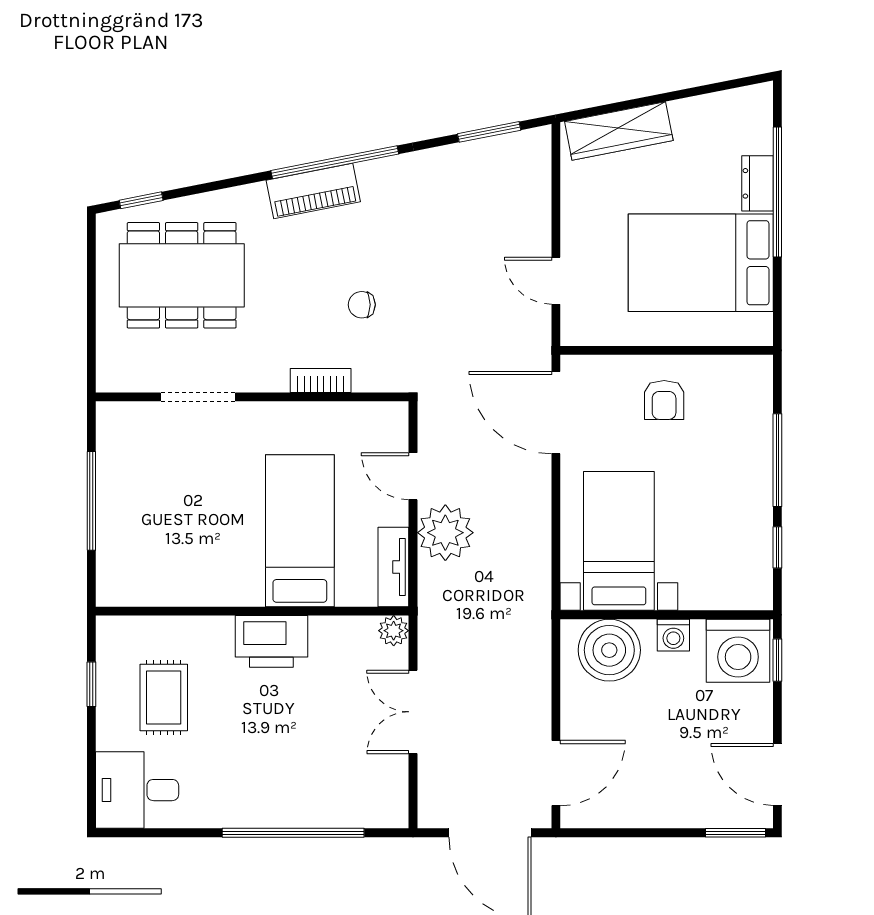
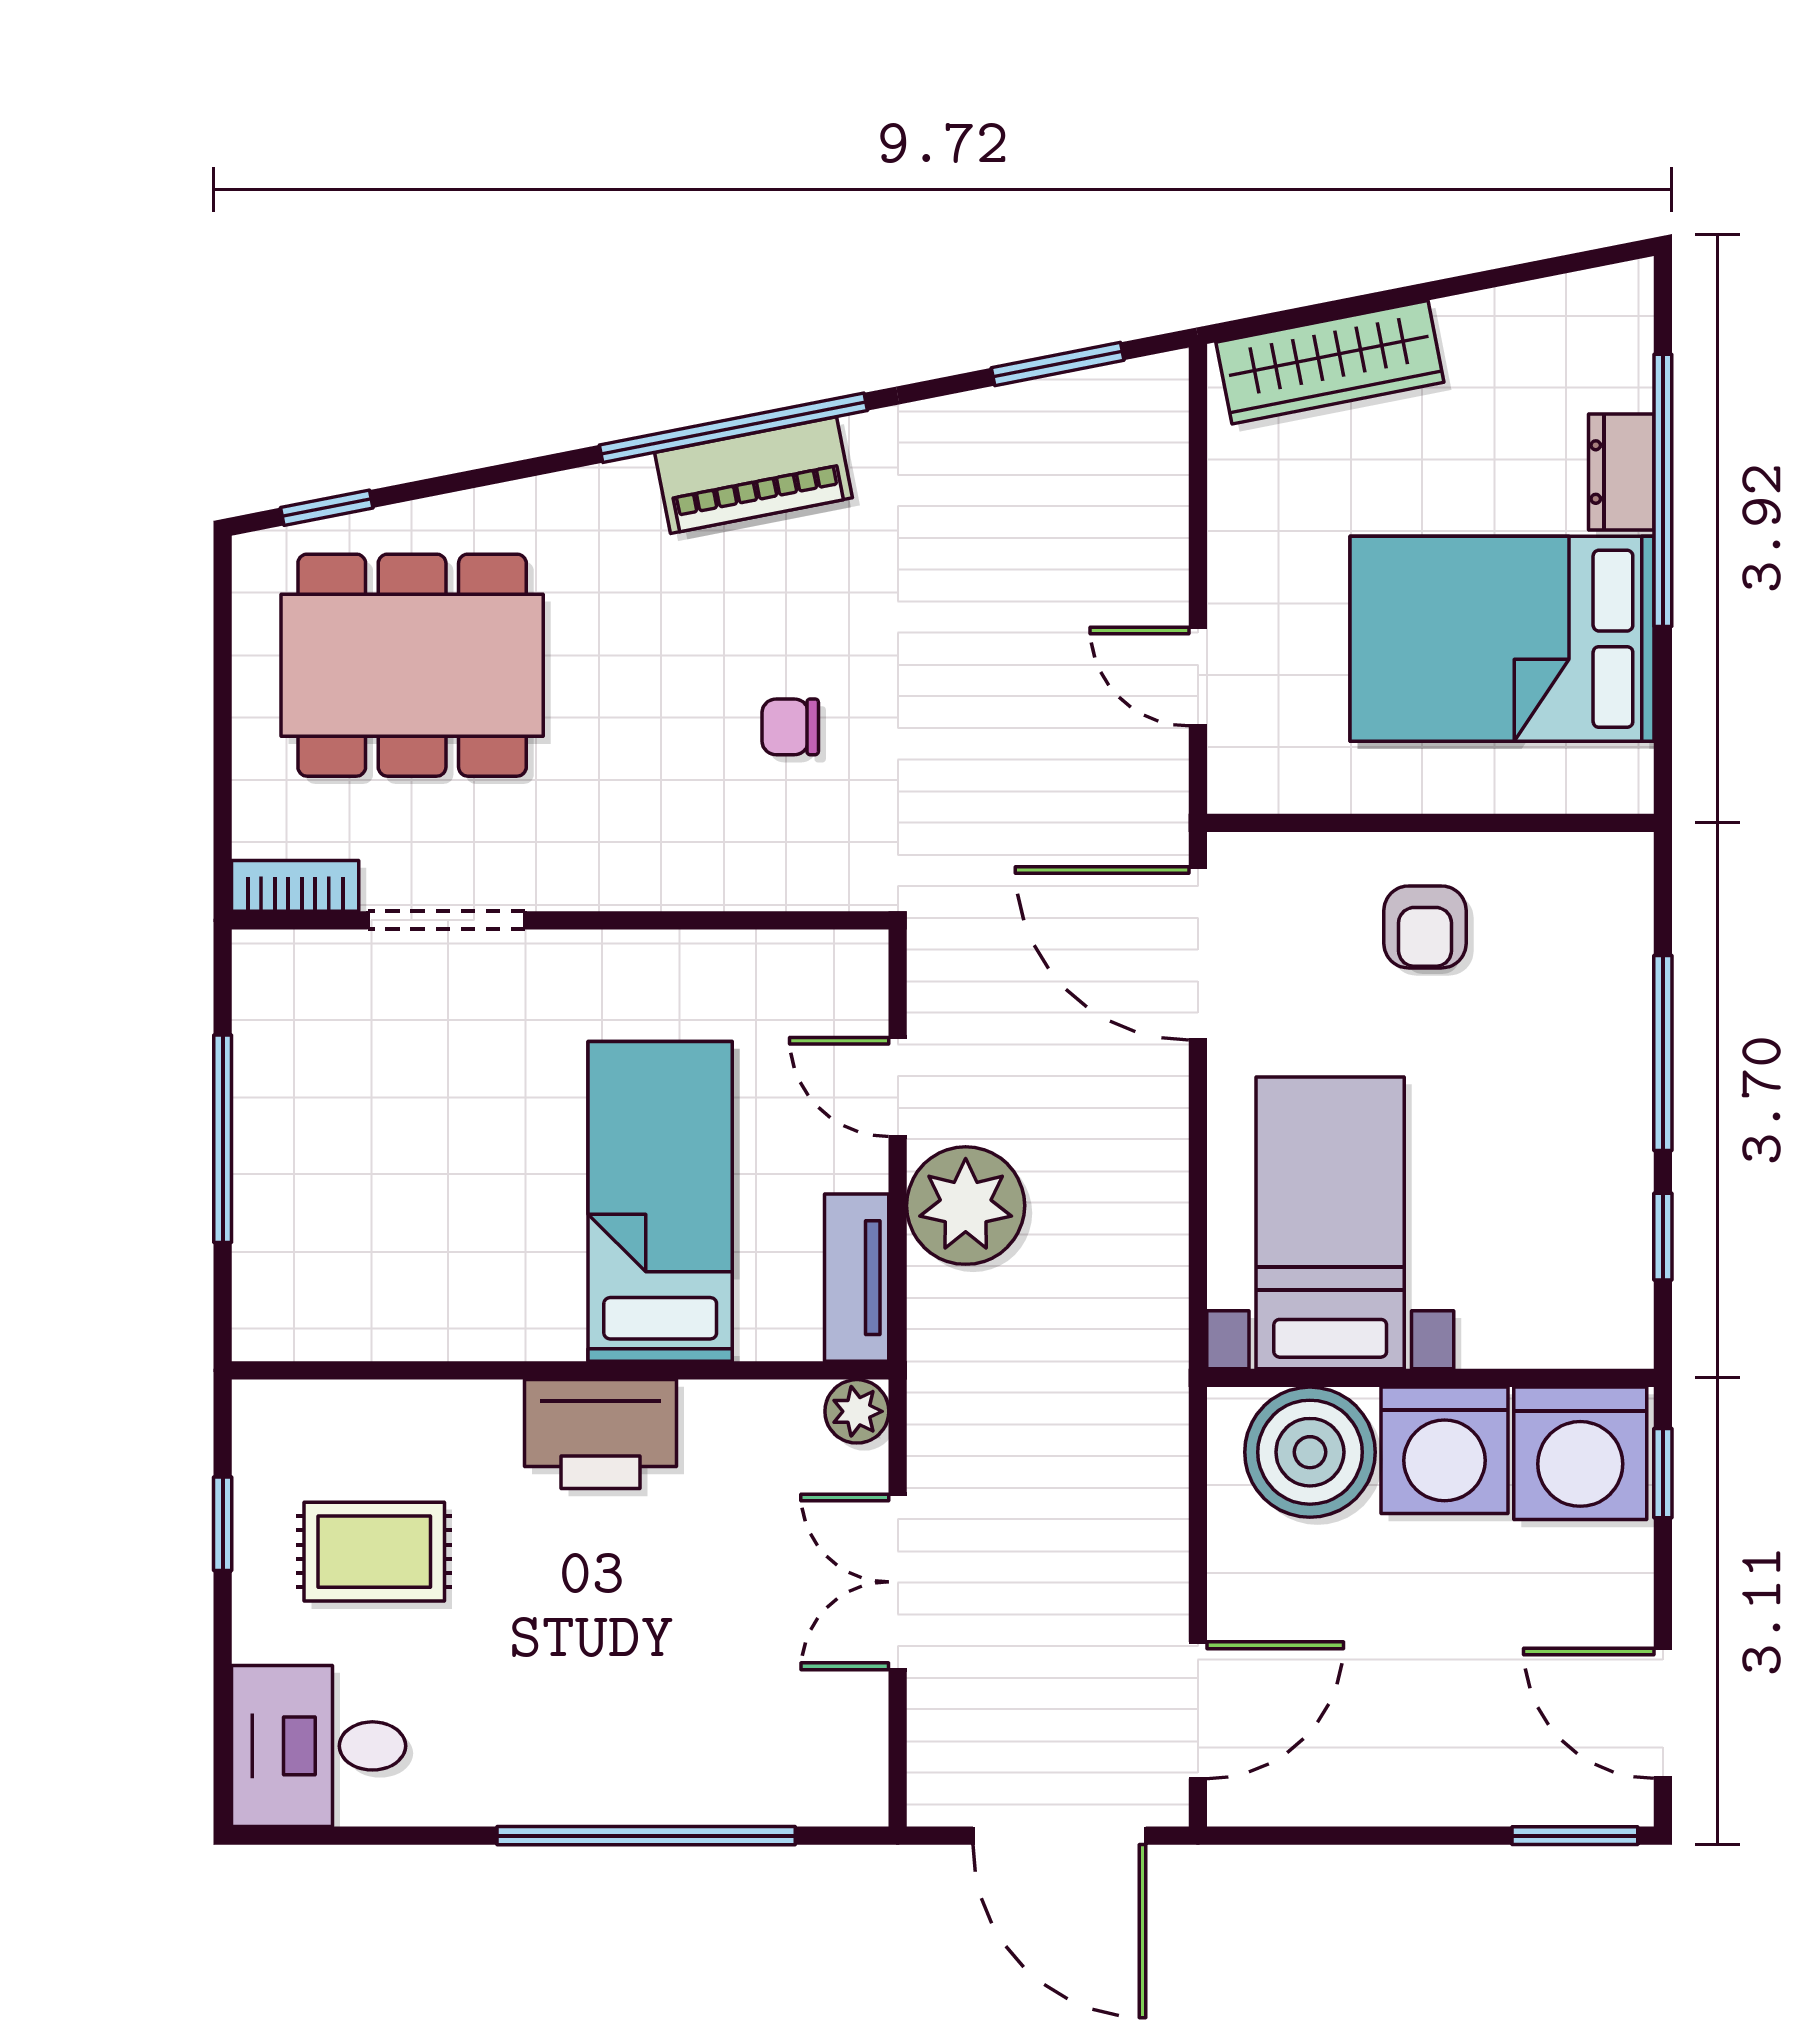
piano: (313, 191) -> (754, 475), moved
bookcase: (321, 380) -> (295, 886), moved
washing machine: (673, 635) -> (1445, 1450), width x1.89, depth x1.89
rug: (164, 698) -> (374, 1552), turned 90

